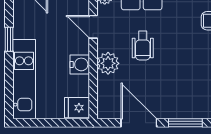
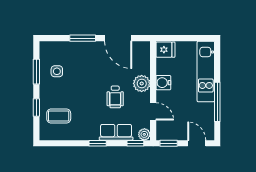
window: (9, 39) -> (217, 102), width x2.17
wheelchair: (143, 46) -> (115, 97), turned 180

